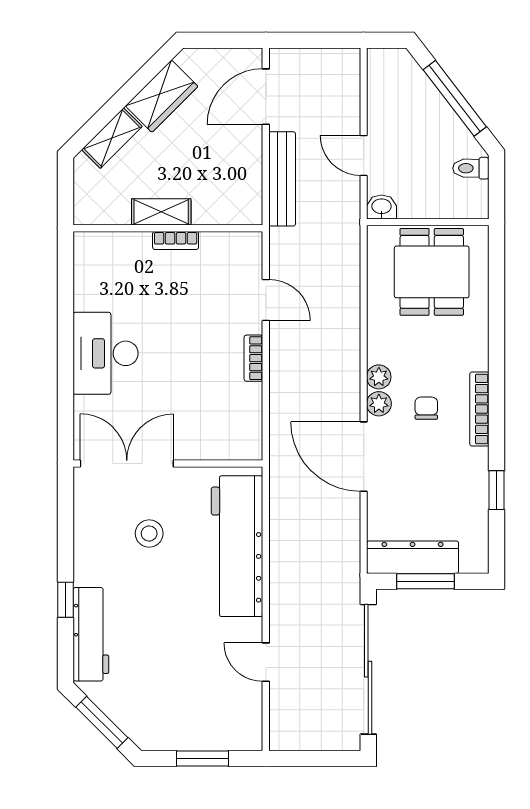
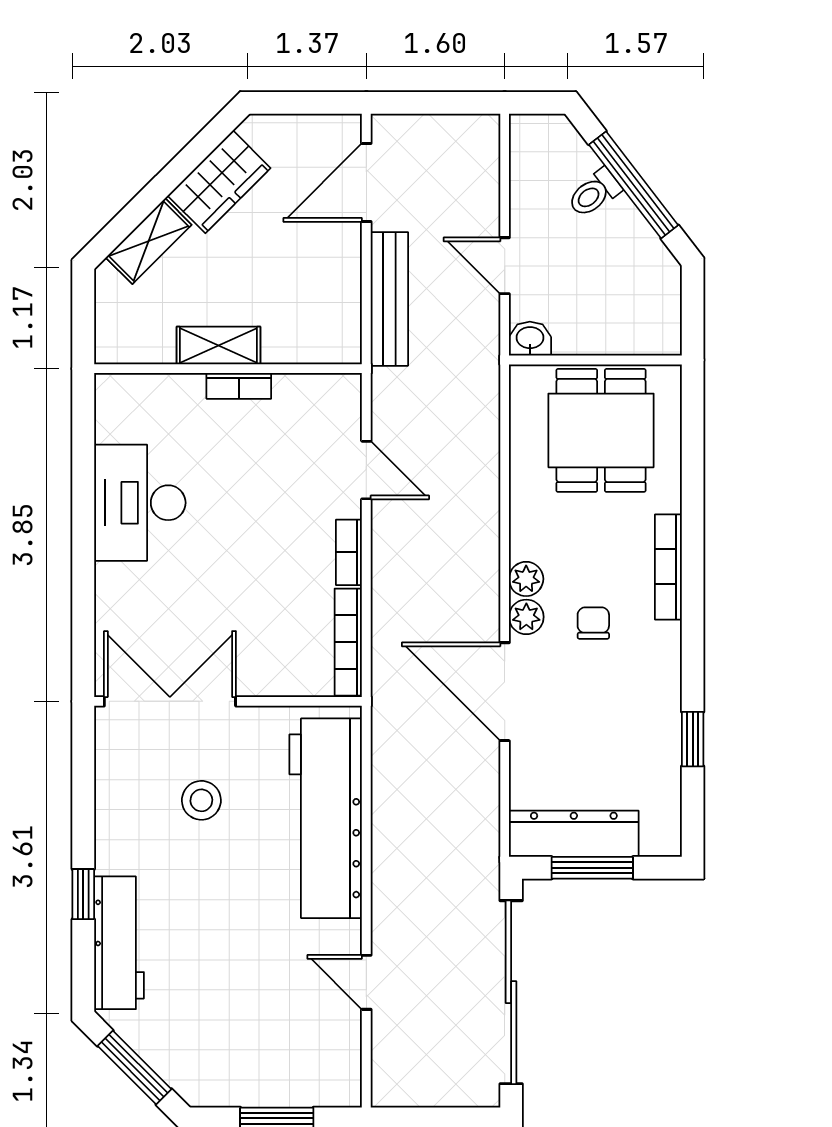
toilet: (471, 168) -> (594, 193), moved, turned -38
desk: (106, 353) -> (140, 503), moved
bookcase: (479, 409) -> (668, 567), moved
bookcase: (253, 422) -> (348, 642), added

